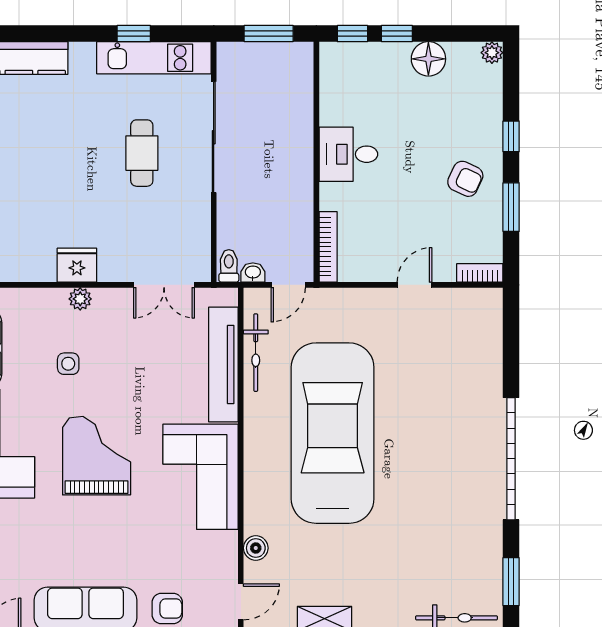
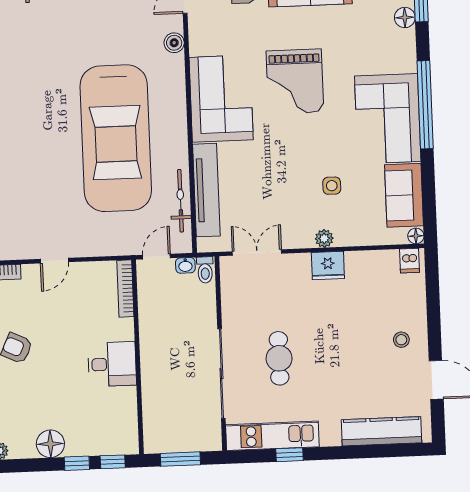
grand piano: (97, 456) -> (295, 81), moved

